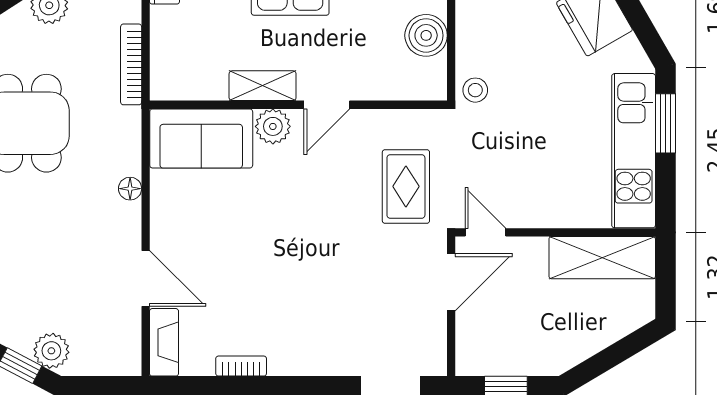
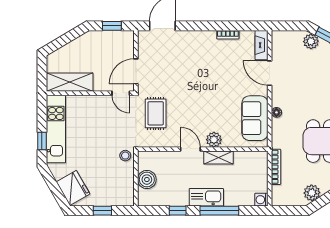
door: (327, 105) -> (190, 149), hinge flipped
window: (665, 123) -> (42, 141), width x0.67
sofa: (201, 138) -> (255, 118), moved, turned -90

